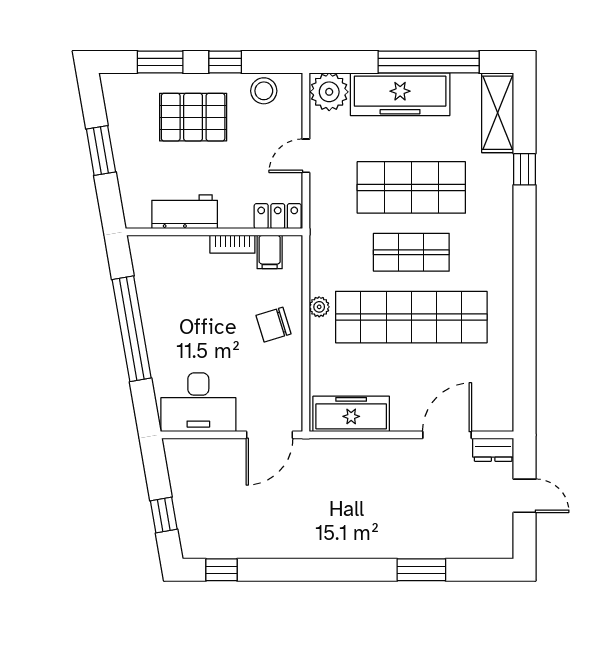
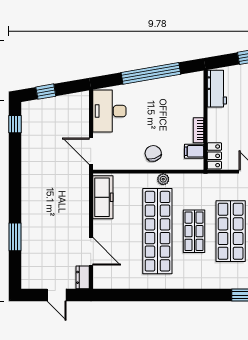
workbench: (185, 212) -> (217, 89), moved
door: (524, 496) -> (57, 295), hinge flipped

